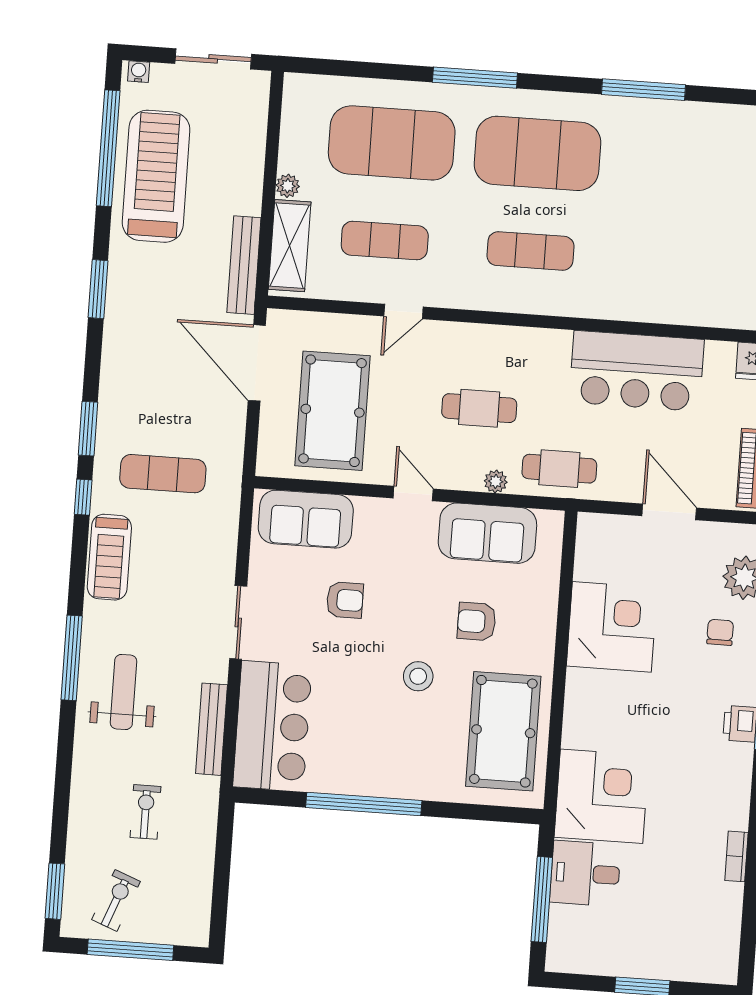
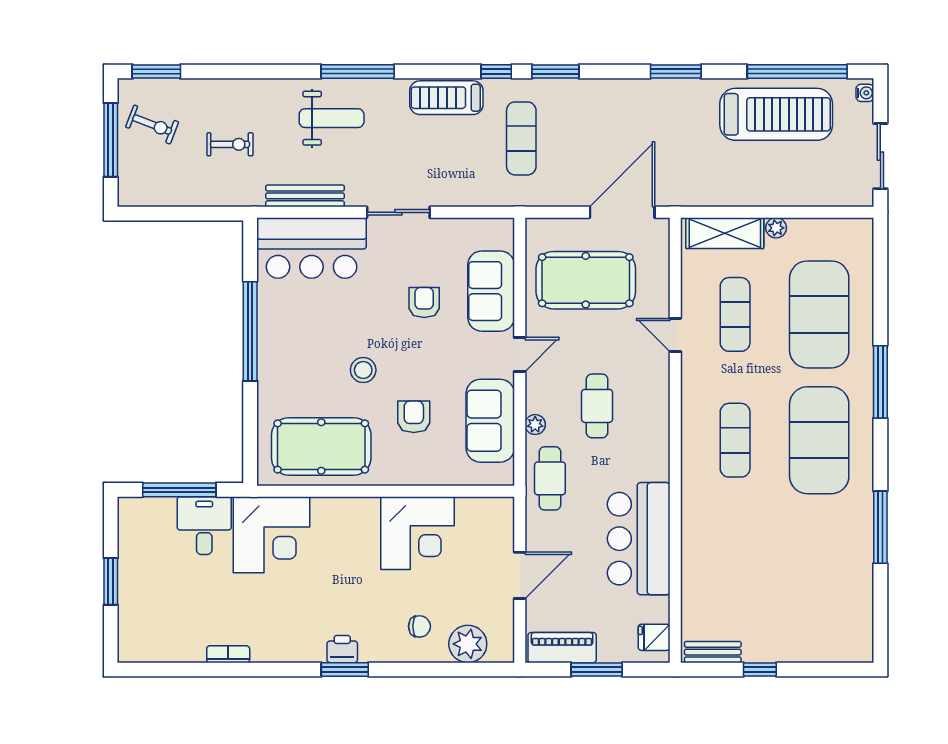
bench: (244, 265) -> (705, 195), removed
sofa: (306, 519) -> (491, 291), moved
armchair: (345, 600) -> (424, 302), turned 180

